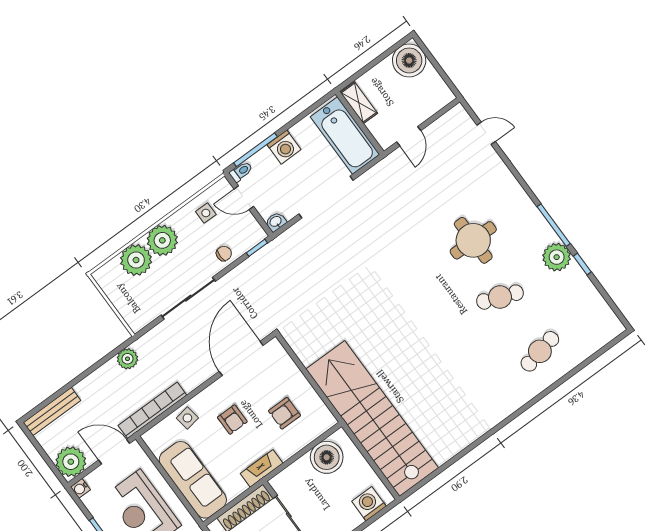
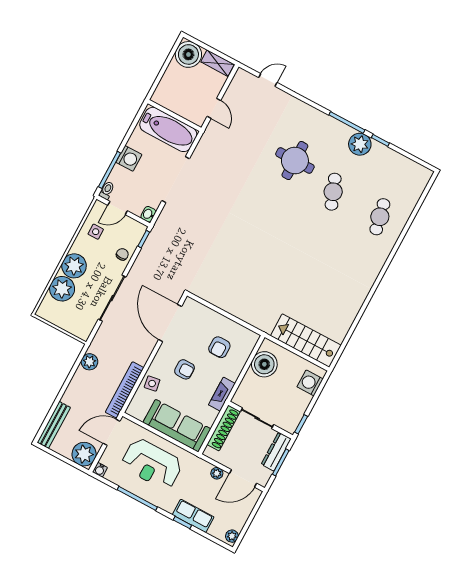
shelving: (359, 103) -> (218, 63), moved
cafe table: (500, 297) -> (333, 192), turned -42
stairs: (372, 418) -> (306, 341), width x0.54, depth x0.66

